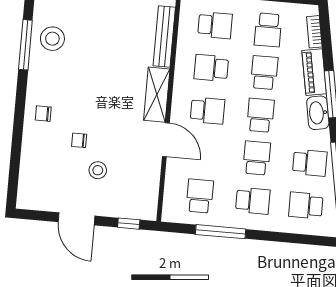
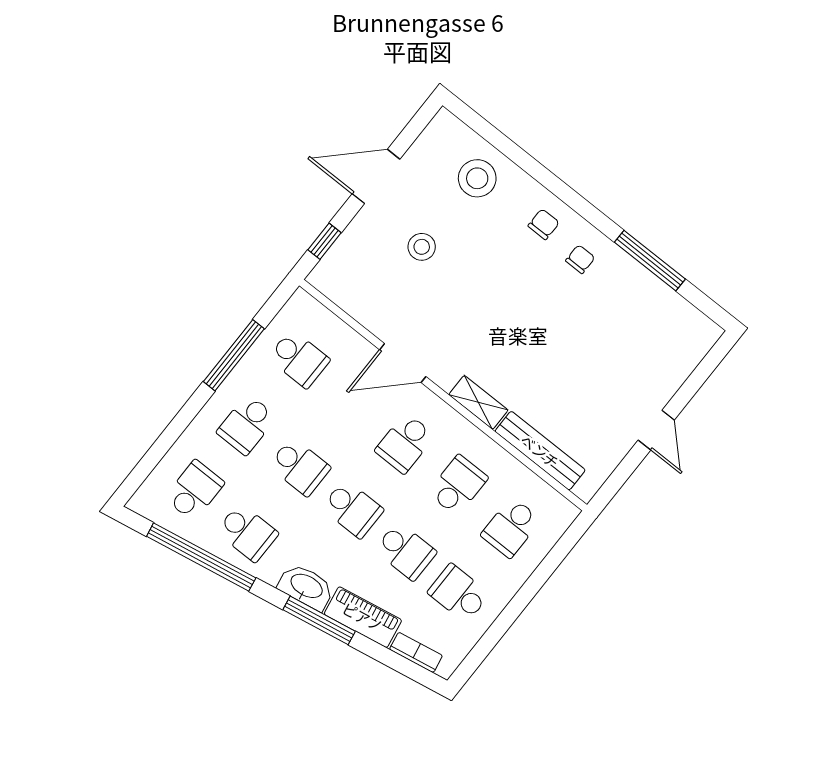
stool: (52, 39) -> (477, 178), moved
shelving: (157, 95) -> (478, 402), width x0.67, depth x0.75
chair: (79, 140) -> (580, 259), moved
school desk: (310, 163) -> (247, 533), turned -90

